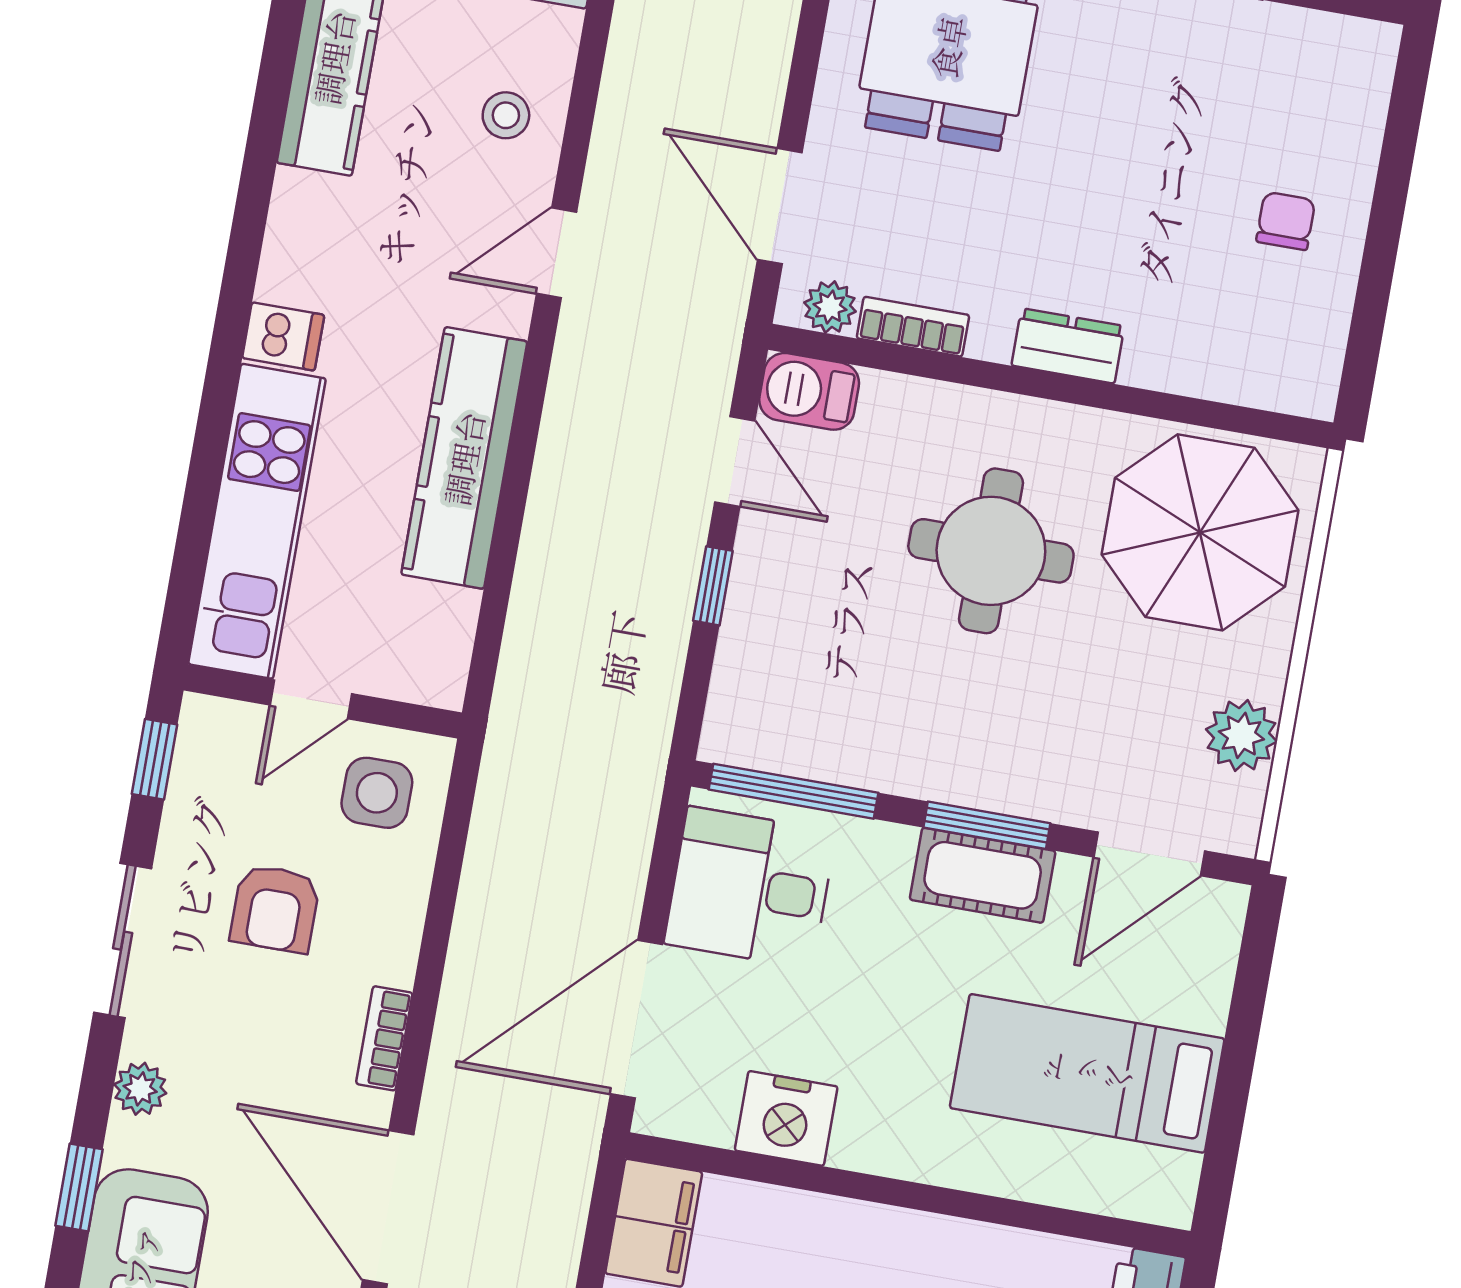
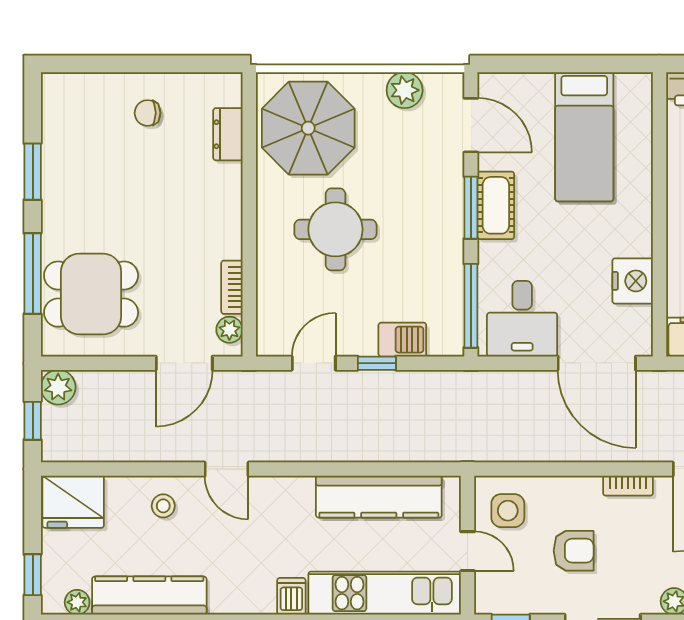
dresser: (1068, 346) -> (228, 134), moved
barbecue: (809, 391) -> (402, 340), moved, turned -90
kitchen counter: (464, 458) -> (379, 497), moved

